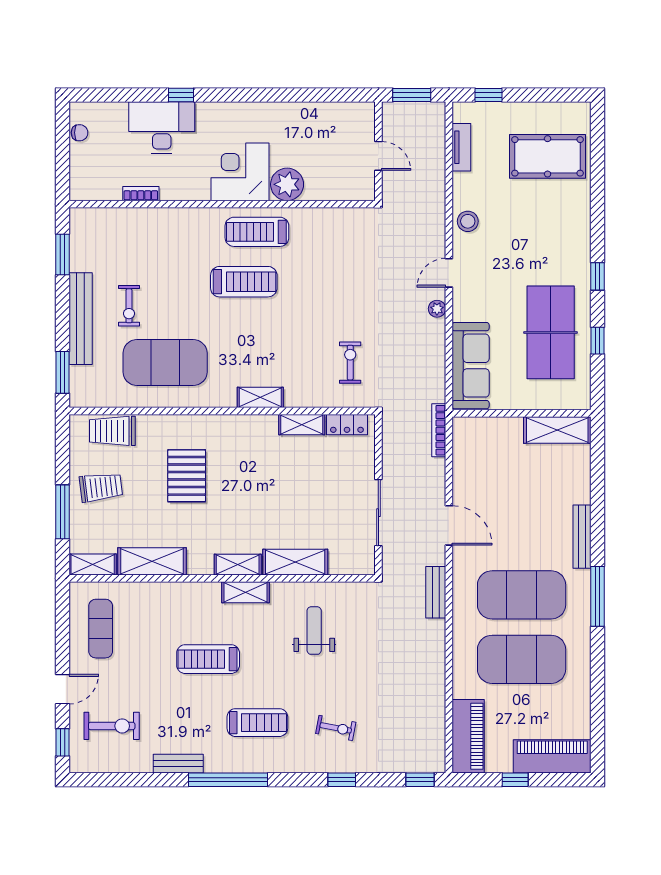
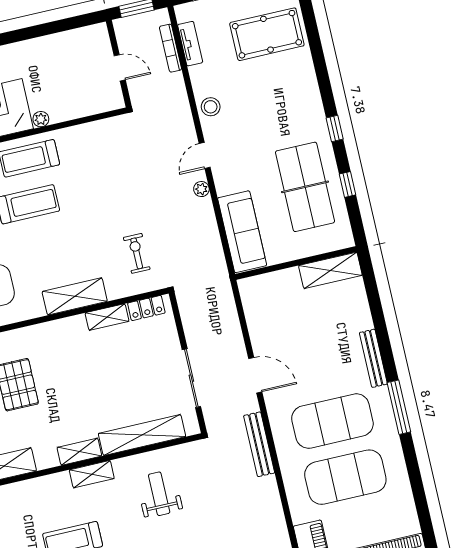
plant: (287, 184) -> (41, 119), width x0.53, depth x0.53
shelving: (260, 397) -> (75, 296), width x1.50, depth x1.33
bookcase: (439, 430) -> (171, 48), moved
shelving: (295, 562) -> (142, 435), width x1.47
bench: (436, 592) -> (259, 444), width x1.36

